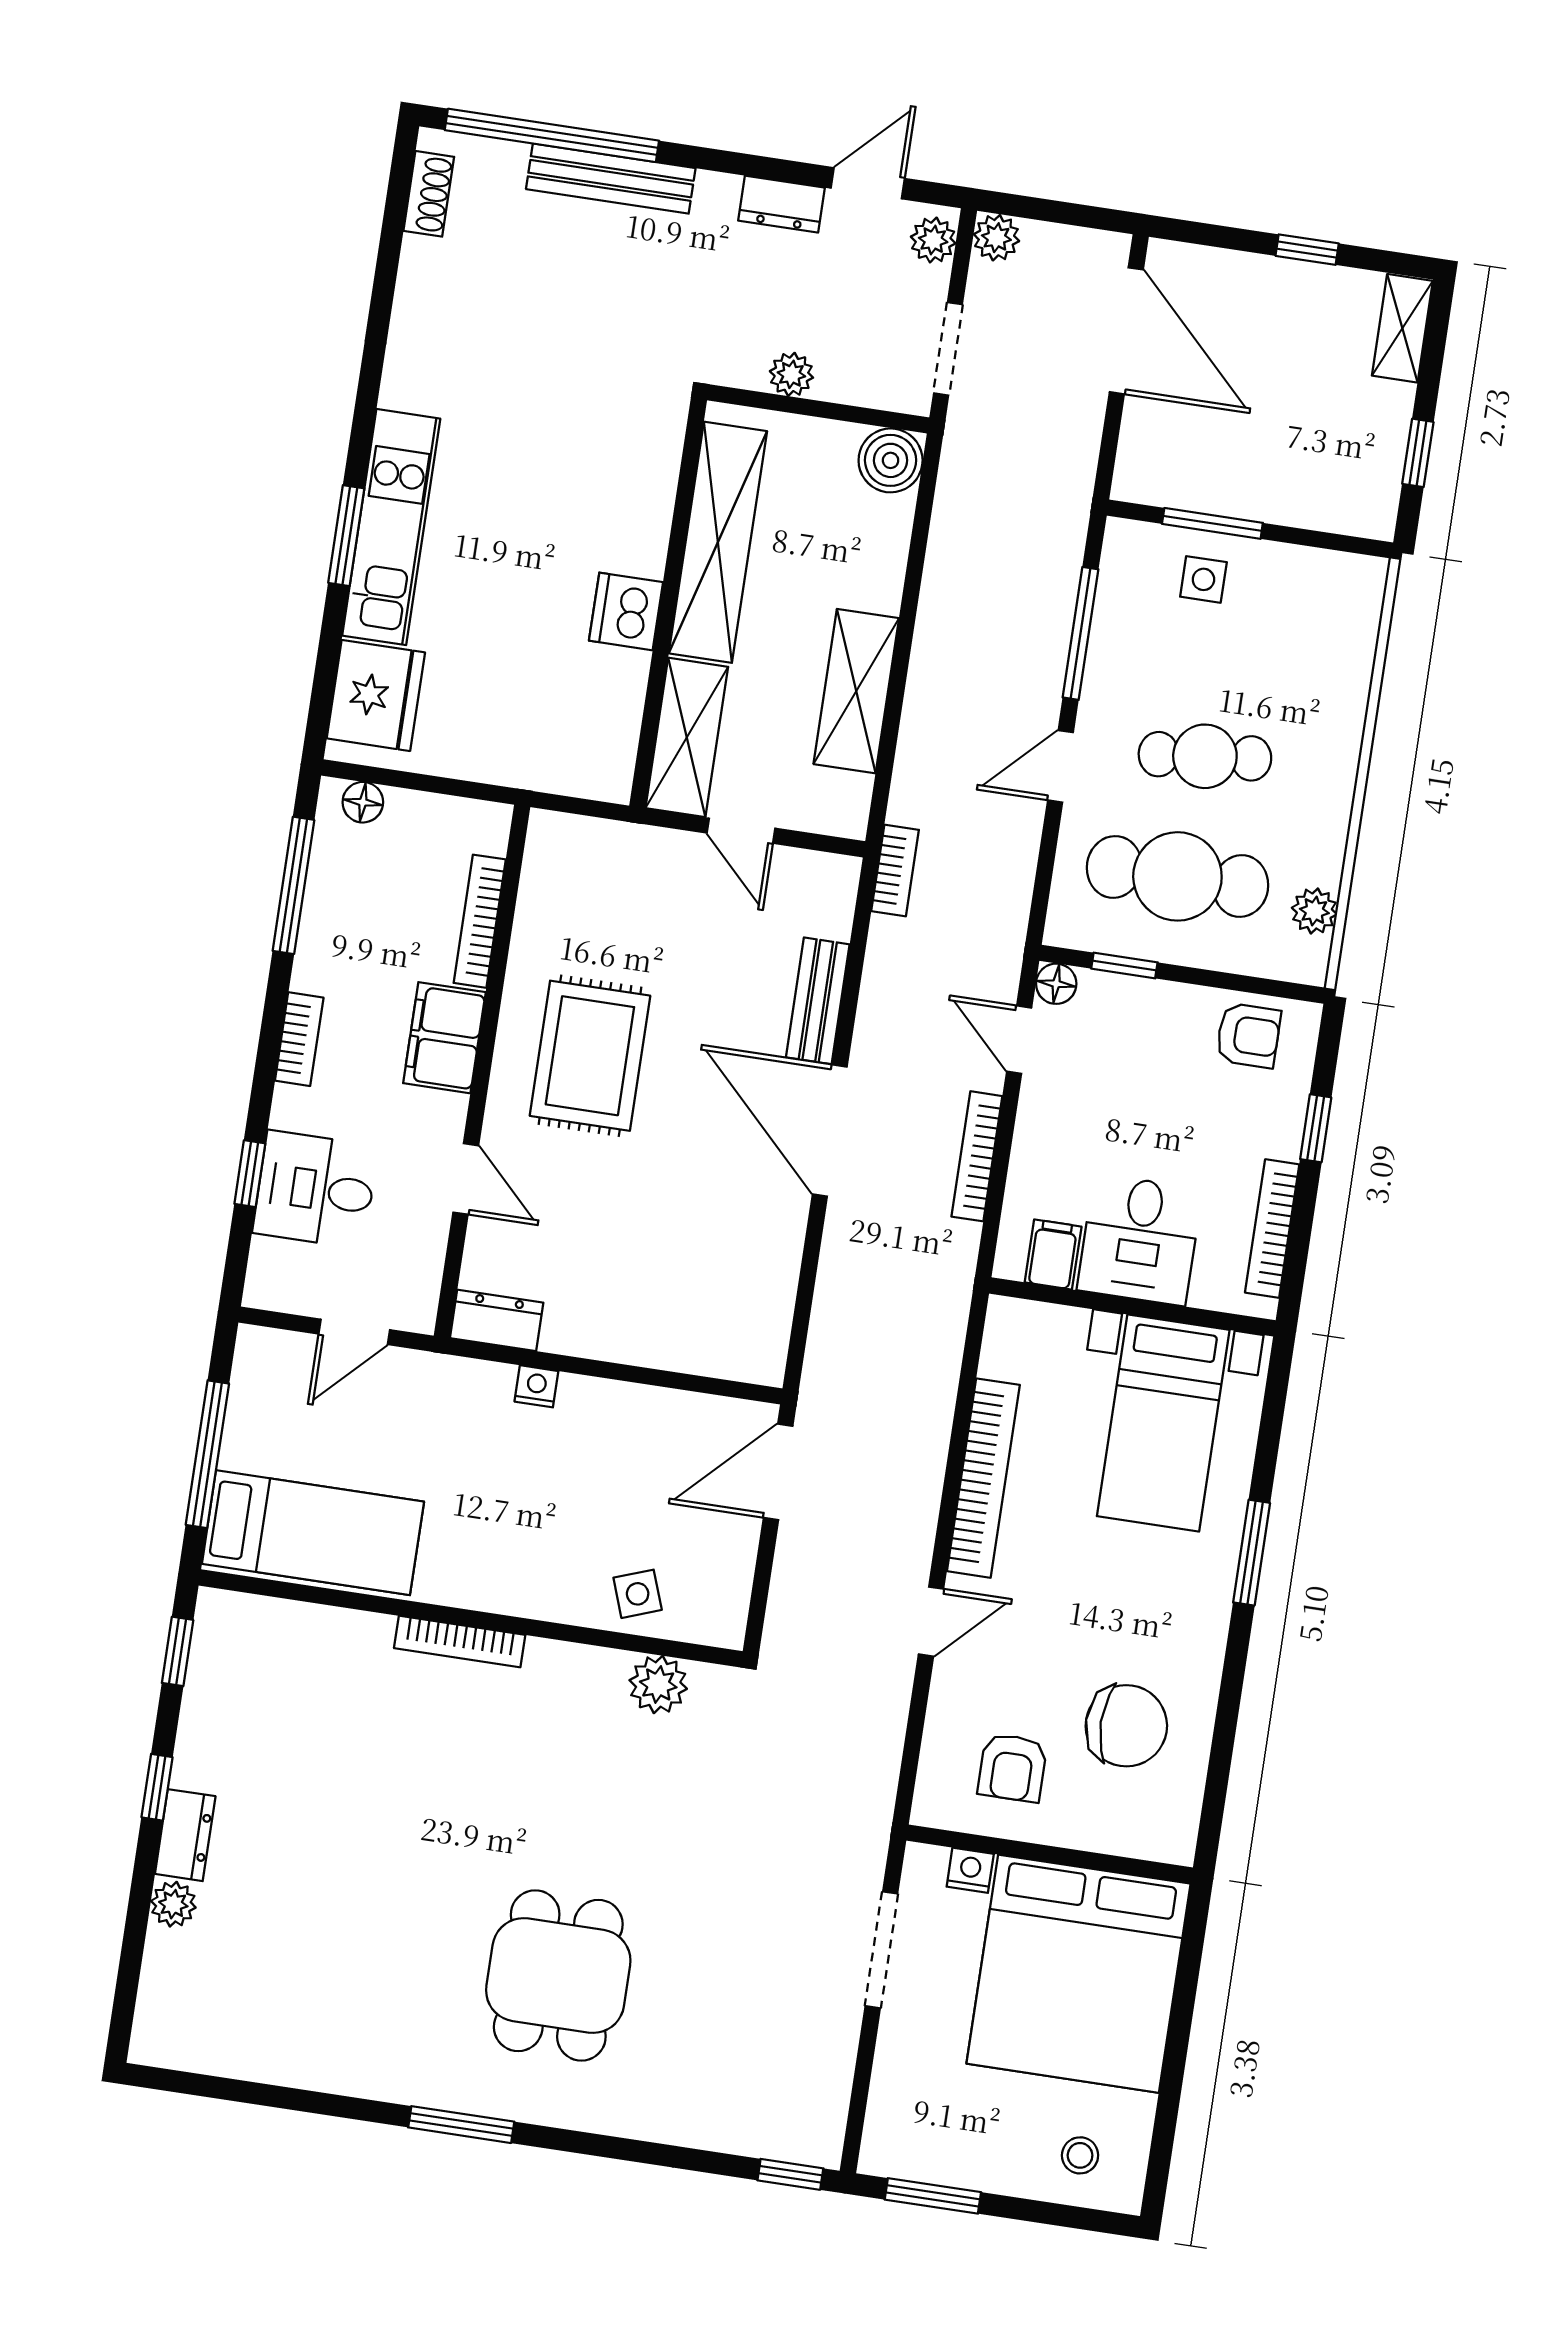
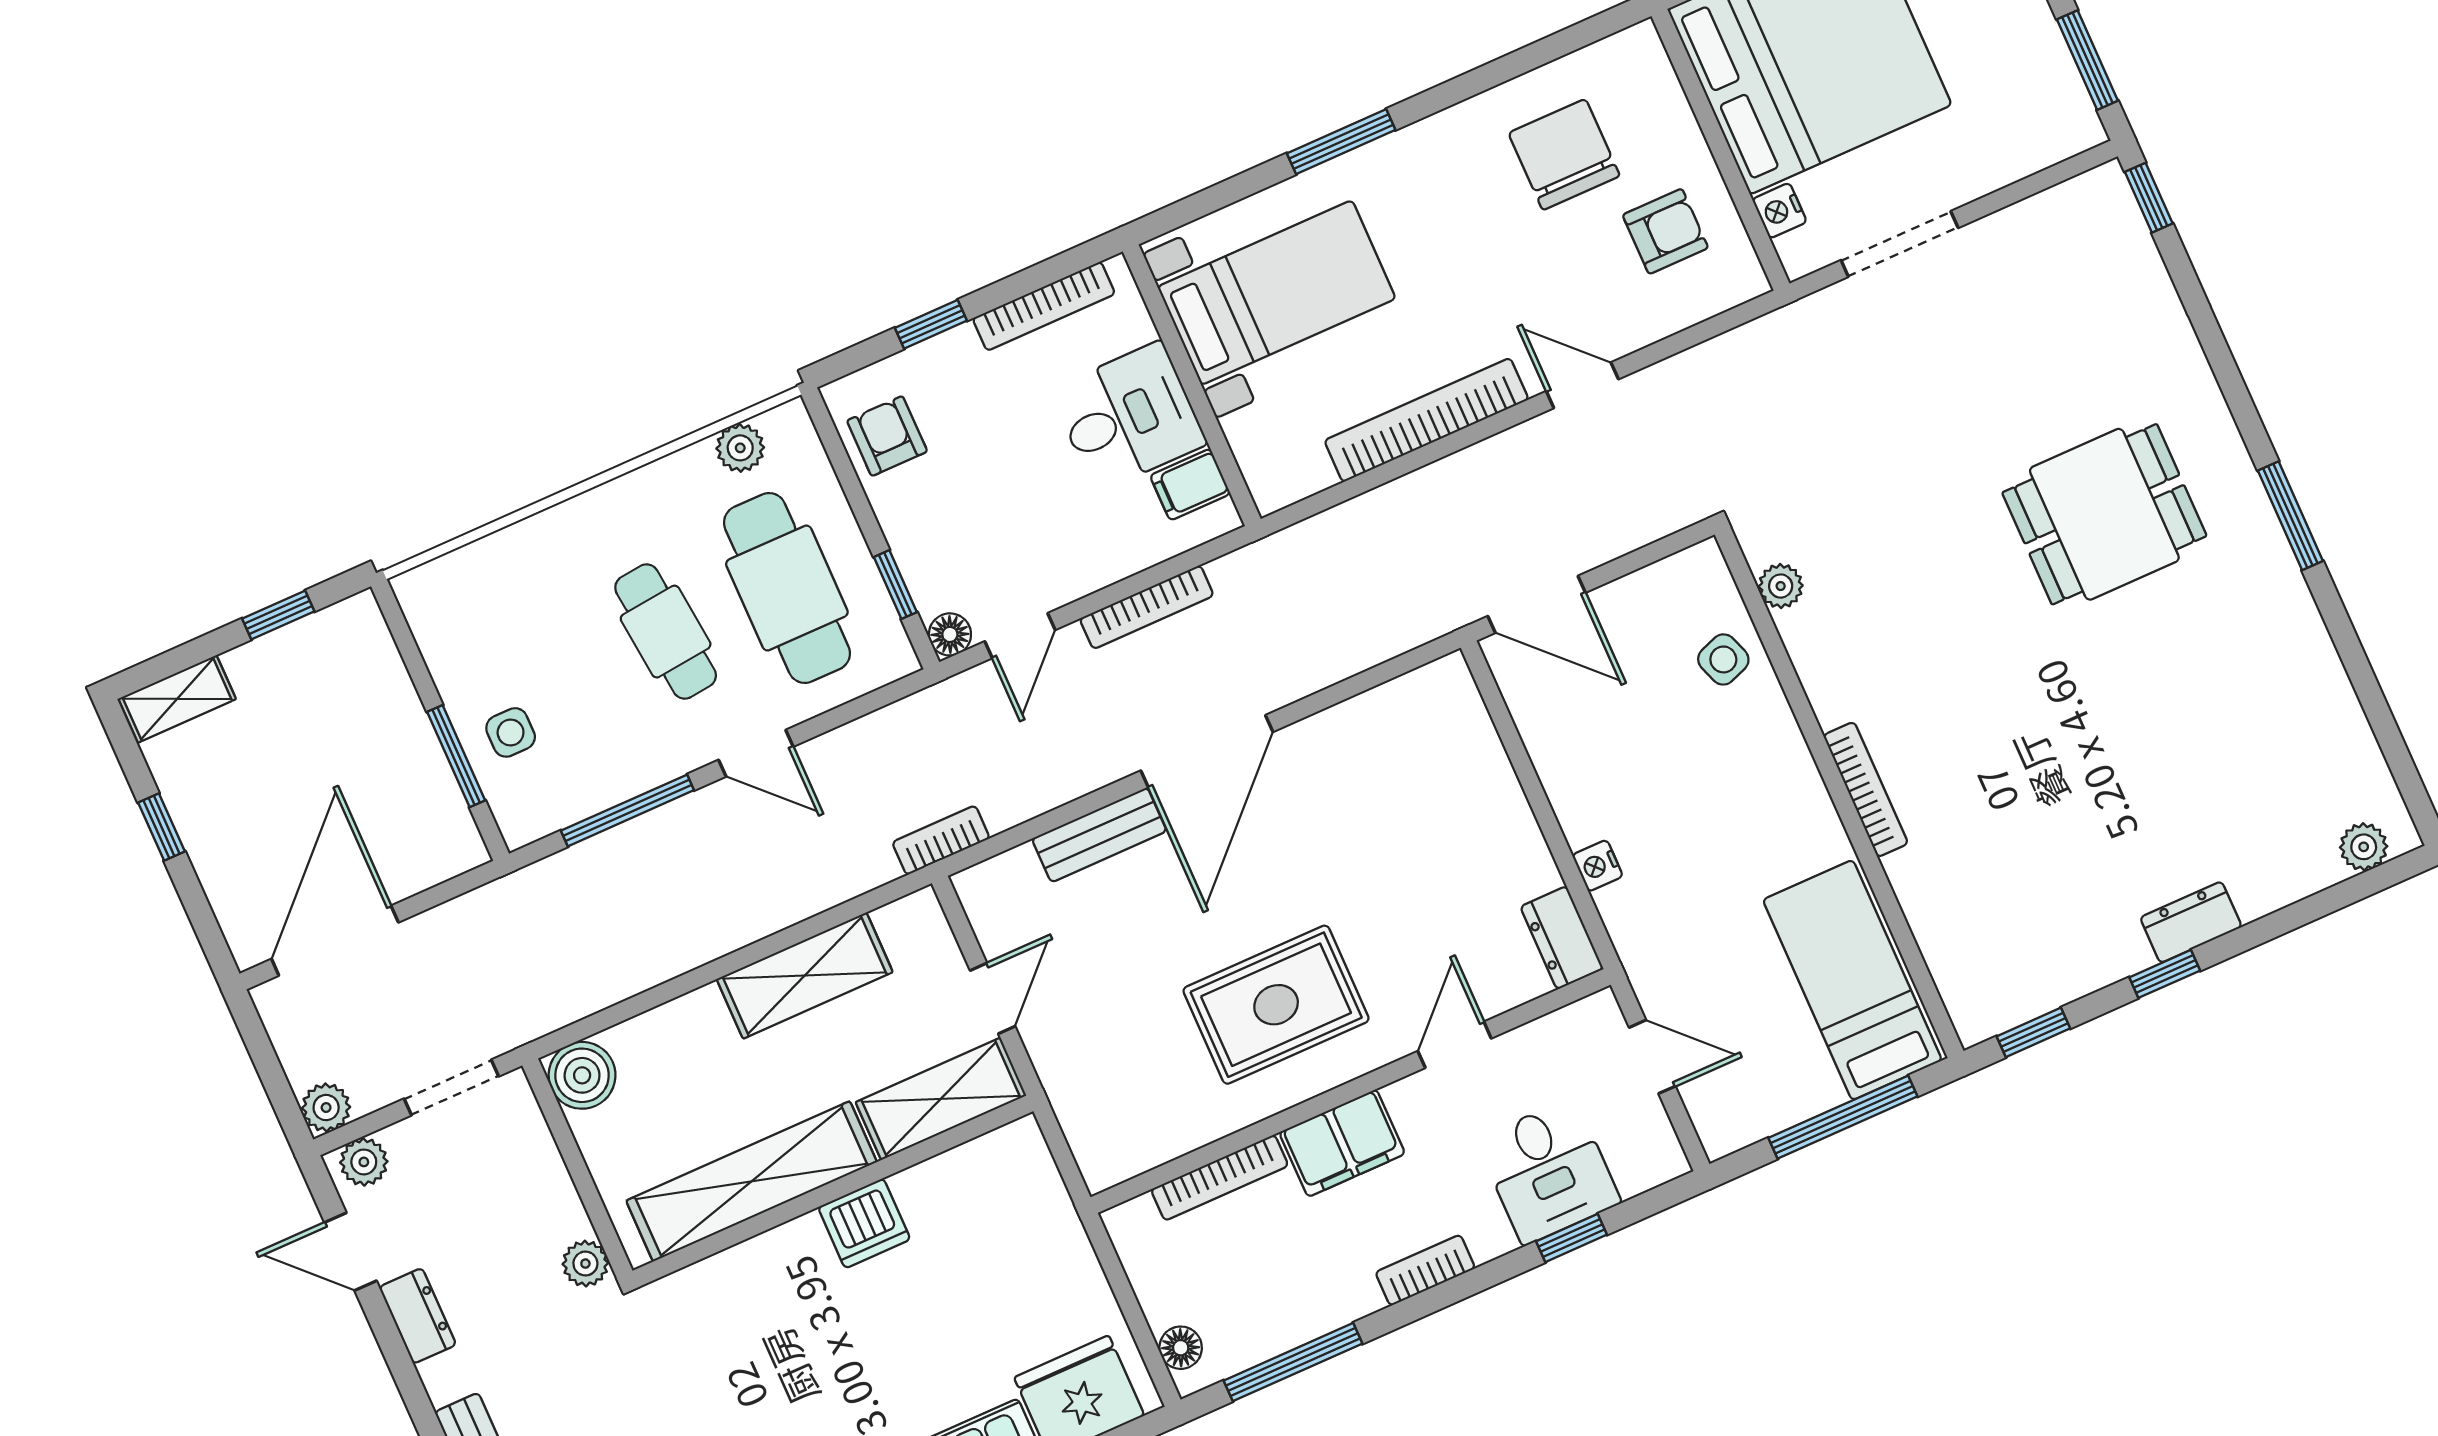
plant: (791, 374) -> (585, 1264), moved
plant: (658, 1684) -> (1781, 586), width x0.73, depth x0.73
plant: (173, 1904) -> (2364, 847), moved

